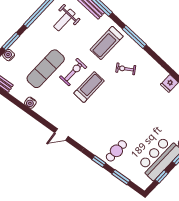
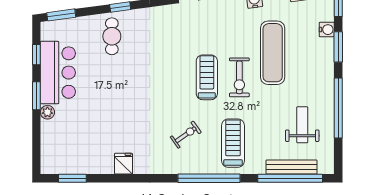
window: (134, 37) -> (209, 178), width x1.46
treadmill: (89, 87) -> (207, 77), turned 180
window: (121, 177) -> (61, 15), moved

